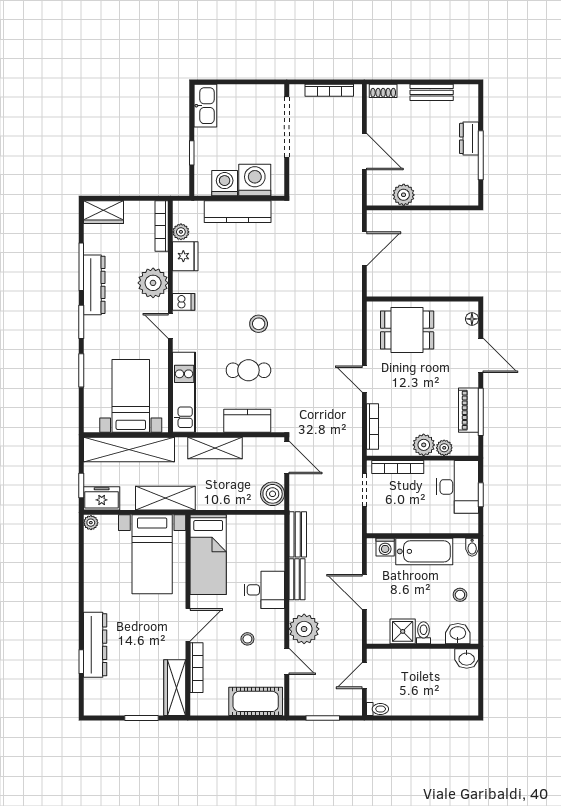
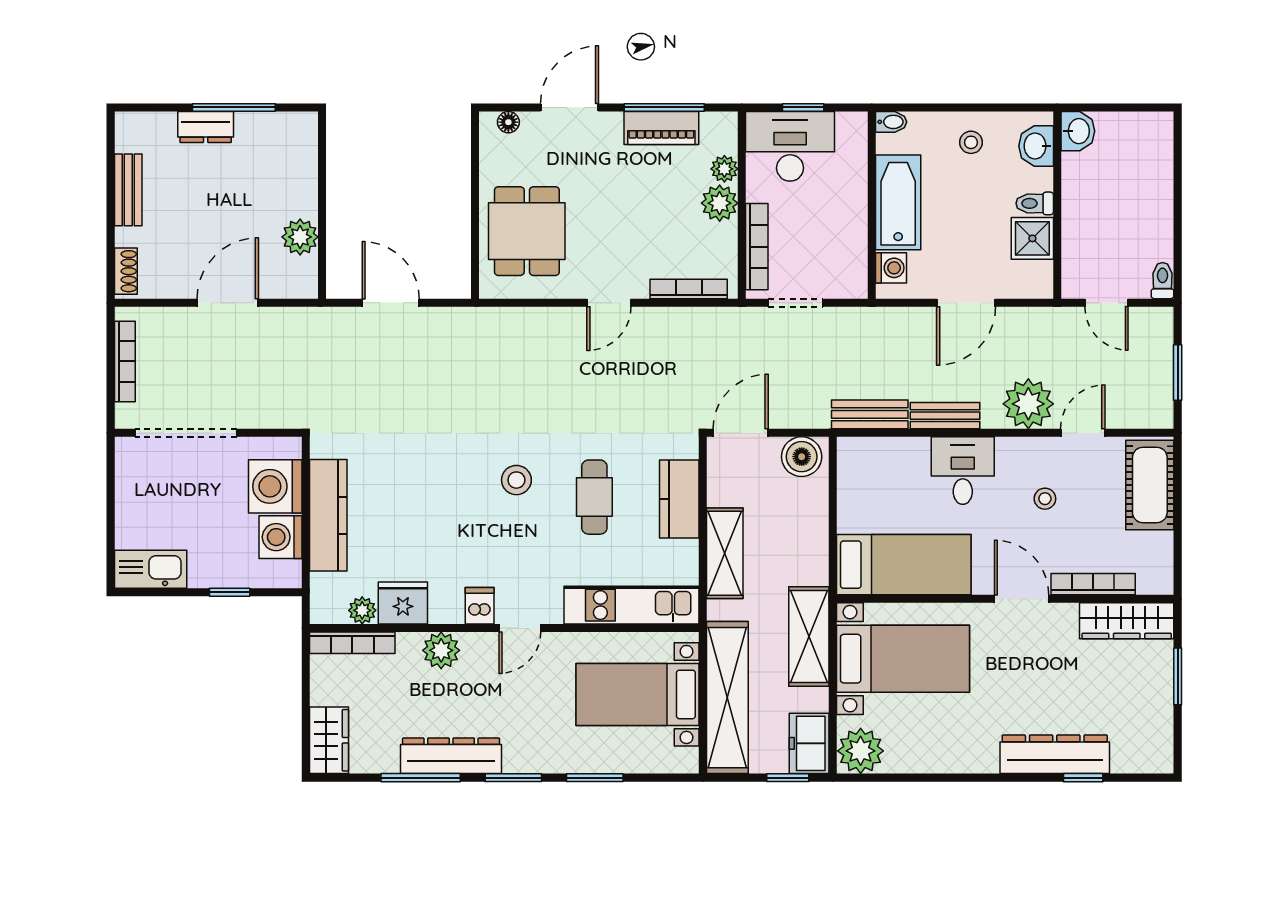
plant: (153, 283) -> (441, 650), width x0.73, depth x0.73
plant: (91, 523) -> (861, 751), width x1.87, depth x1.87

